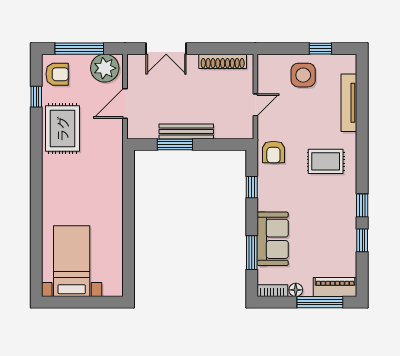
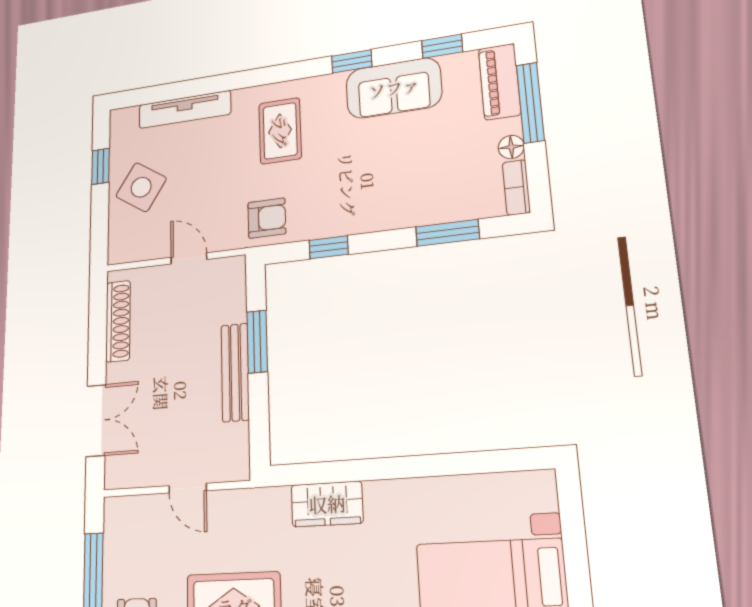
plant: (105, 68) -> (127, 529), removed
side table: (303, 75) -> (141, 187), turned 33
door: (125, 103) -> (188, 488), width x0.73
window: (175, 145) -> (257, 342), moved
wardrobe: (112, 180) -> (327, 504), added
sofa: (273, 239) -> (394, 88), moved, turned 180
window: (362, 240) -> (442, 46), moved

